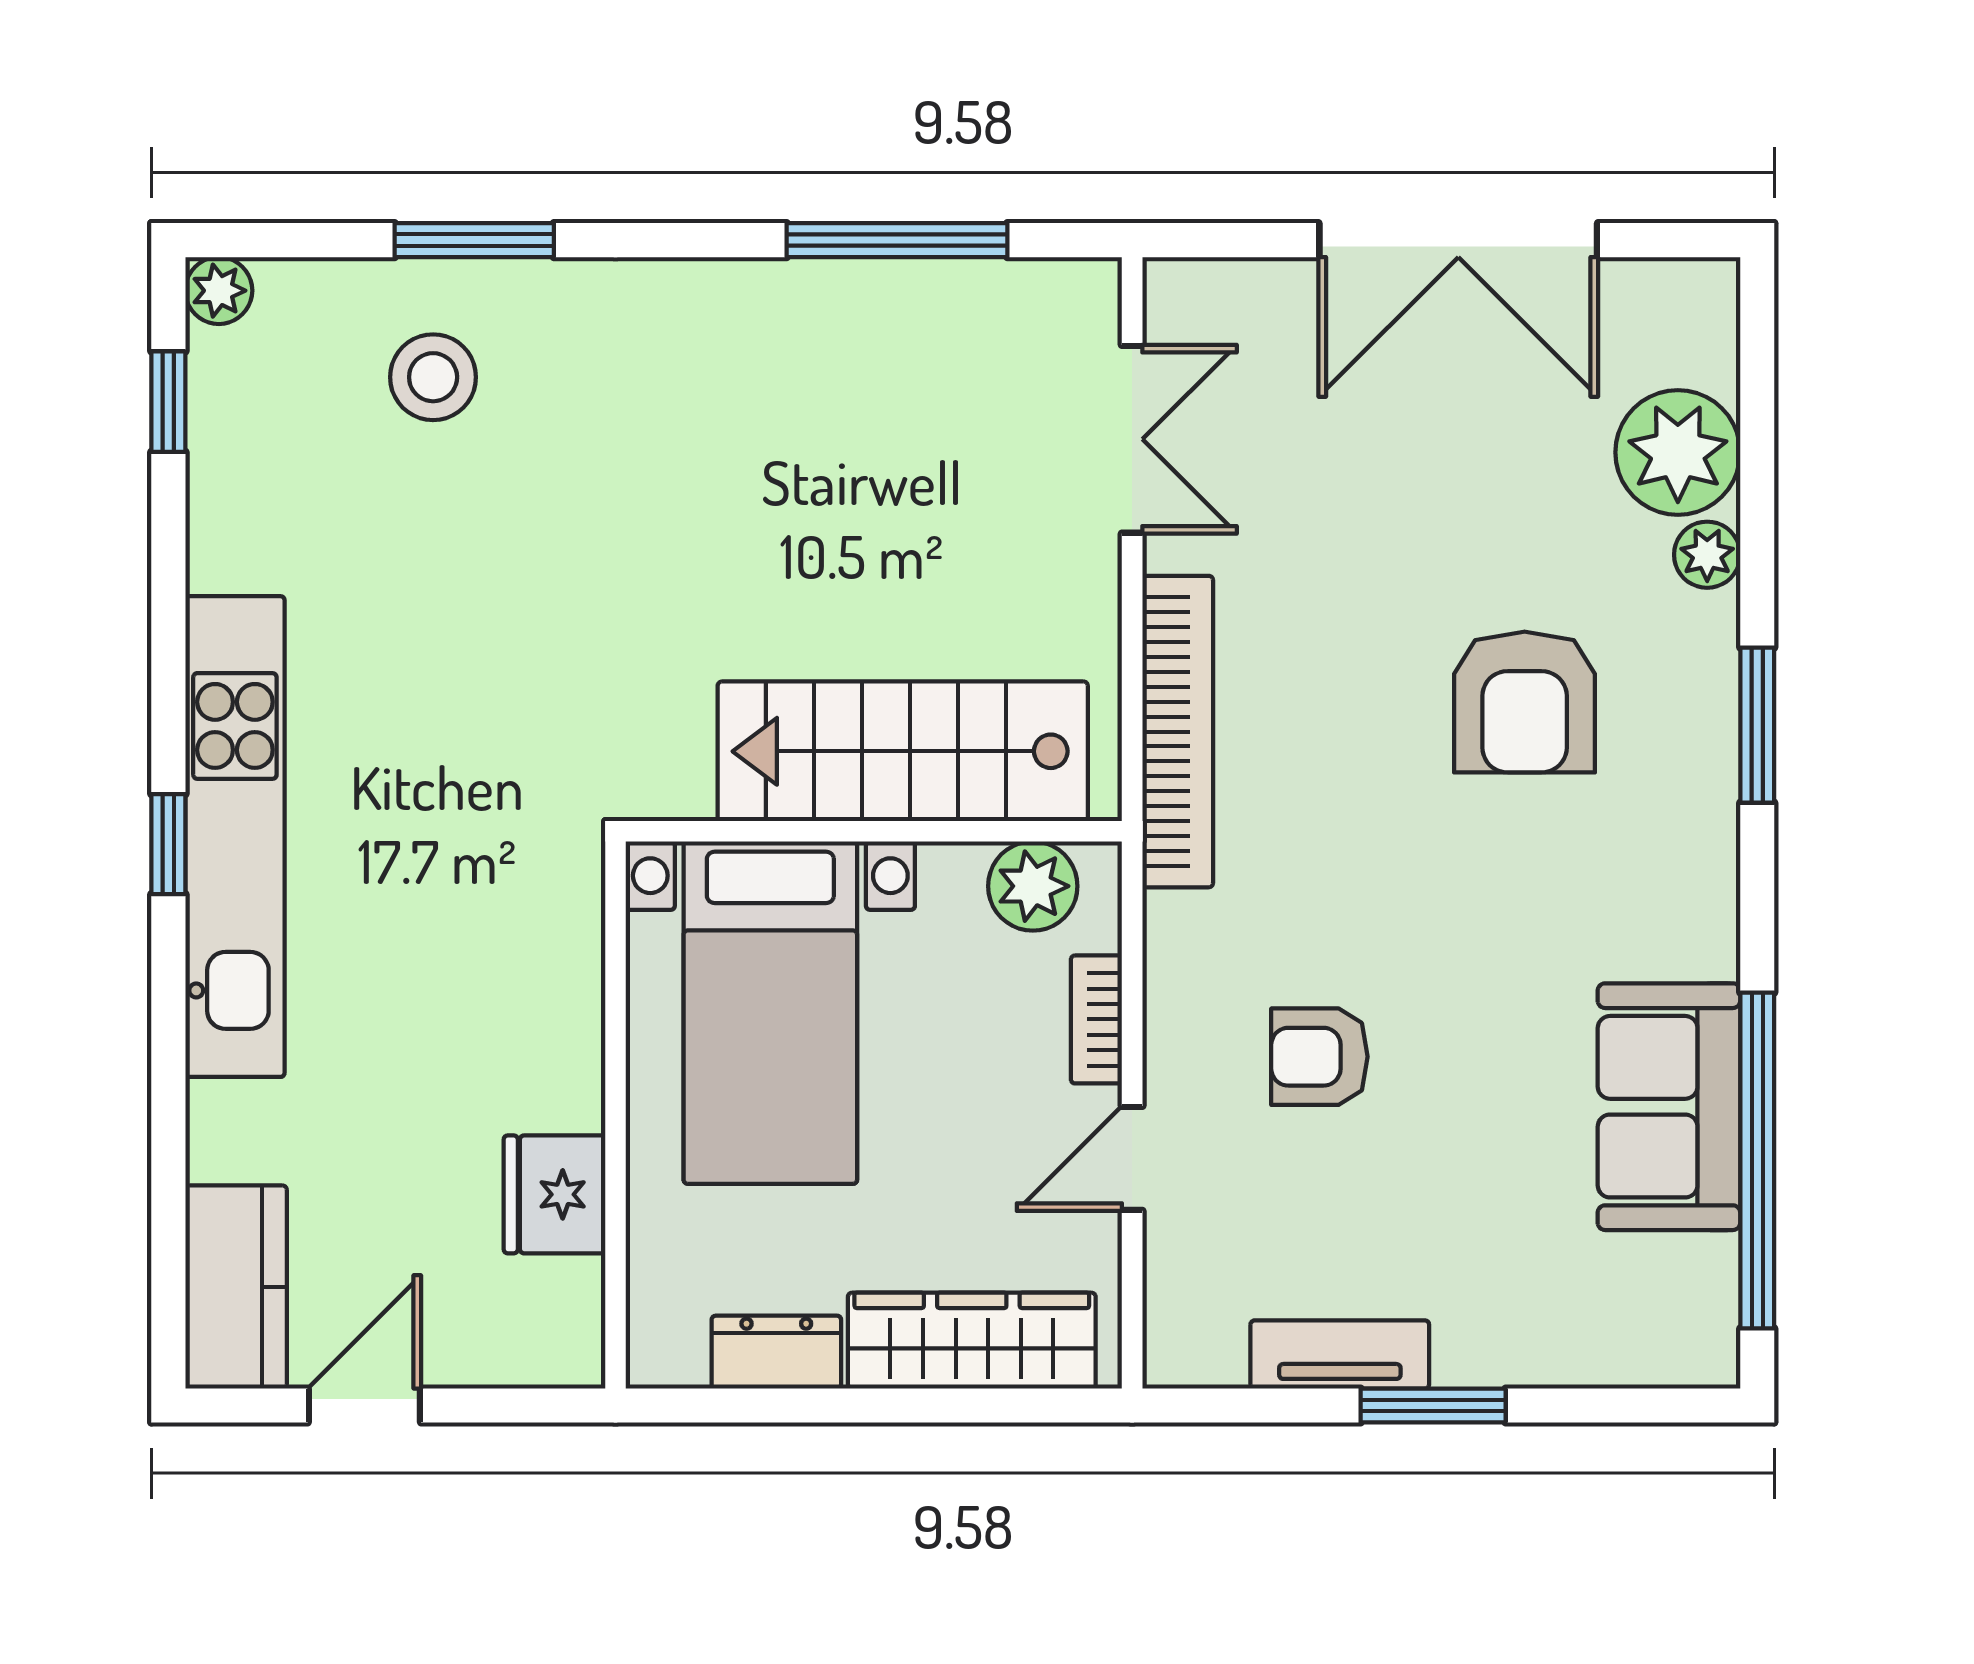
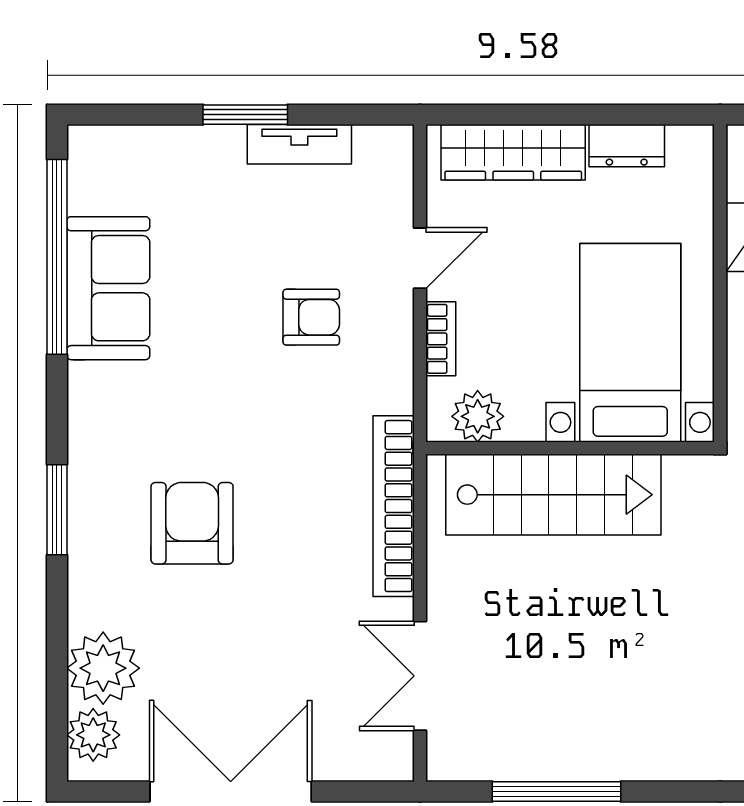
plant: (1707, 555) -> (93, 735), moved, width x1.38, depth x1.38

